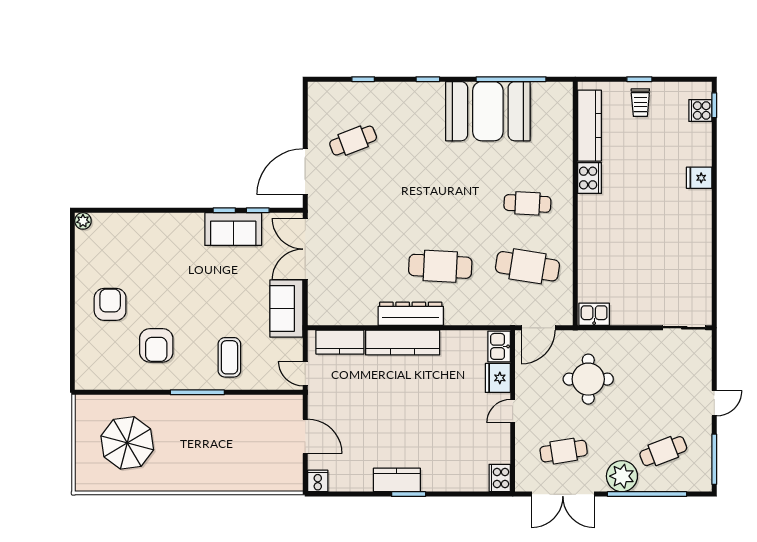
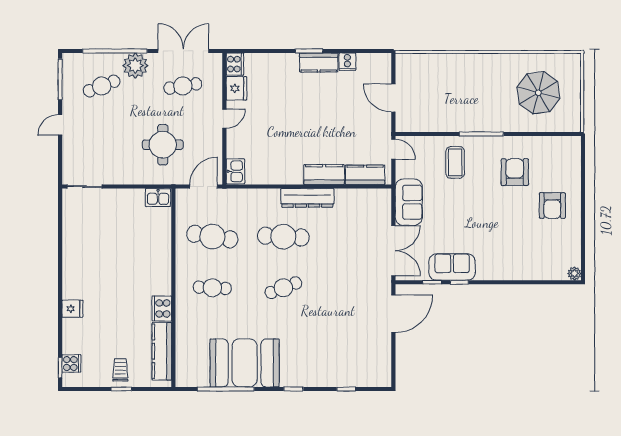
cafe table: (353, 141) -> (283, 288), moved
kitchen counter: (403, 342) -> (324, 175), width x0.67
fridge: (498, 378) -> (236, 88), moved
cooker: (318, 481) -> (347, 62), moved

